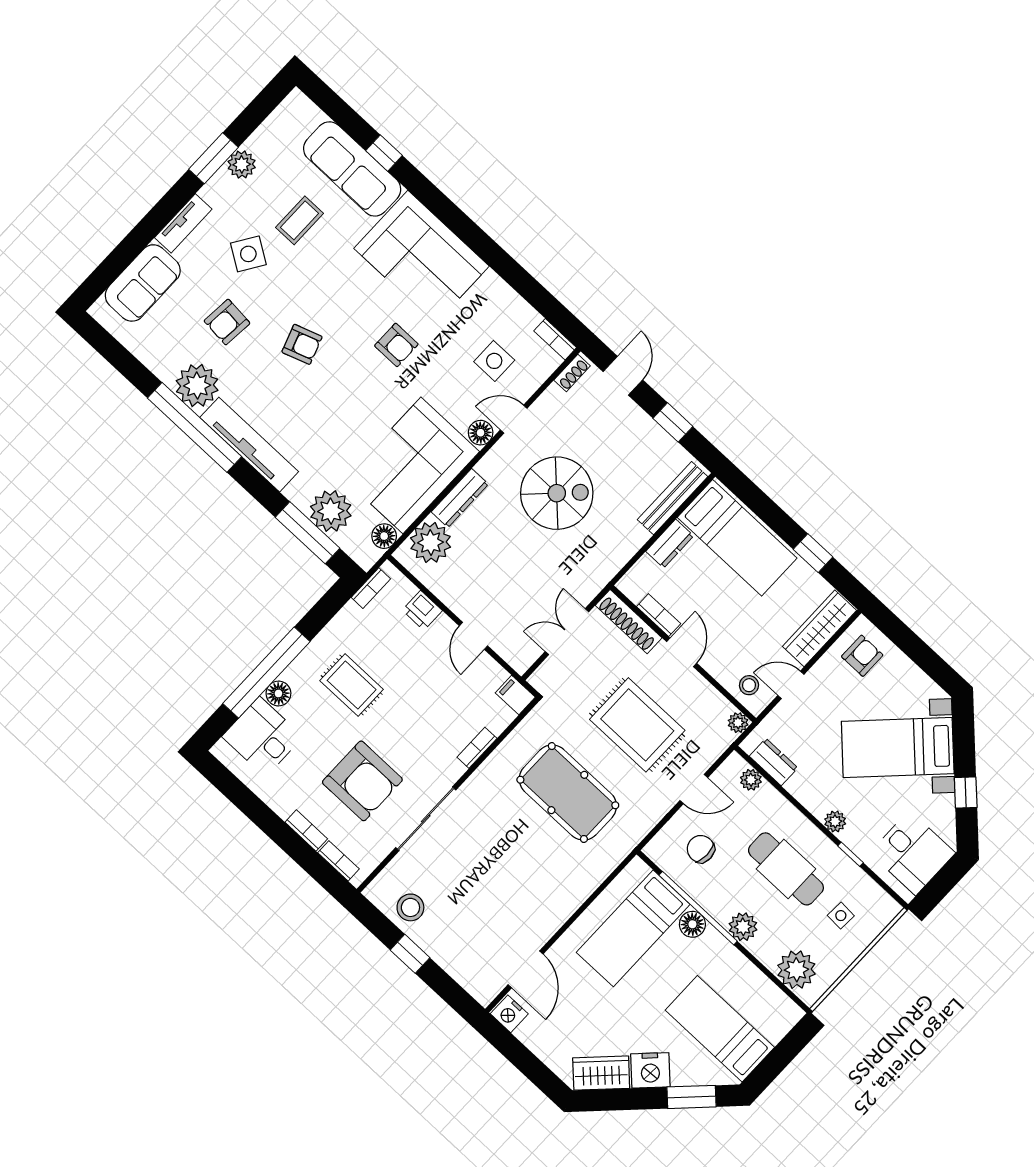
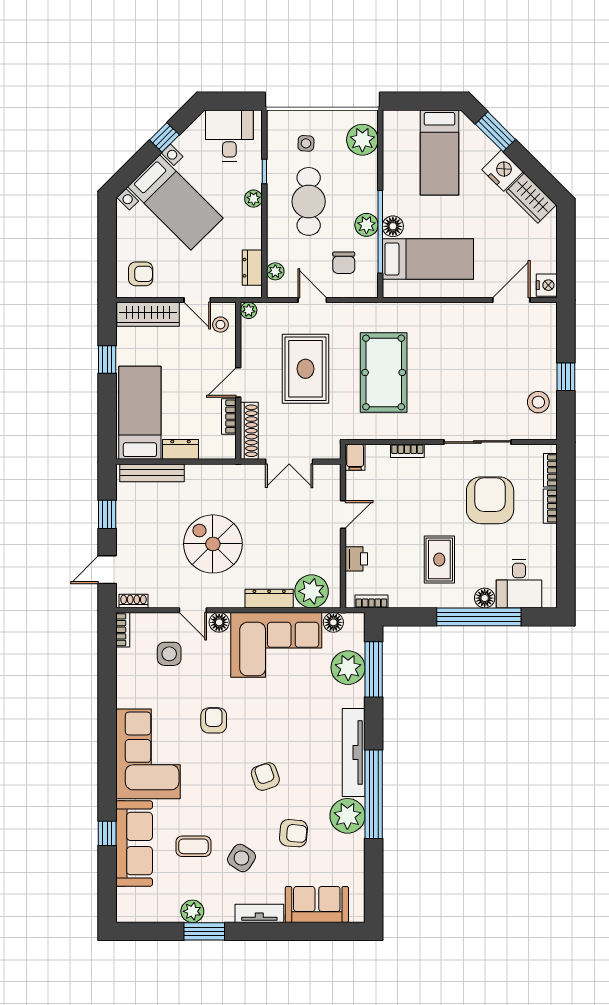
armchair: (862, 656) -> (141, 274), turned 180
plant: (743, 927) -> (366, 225), moved

